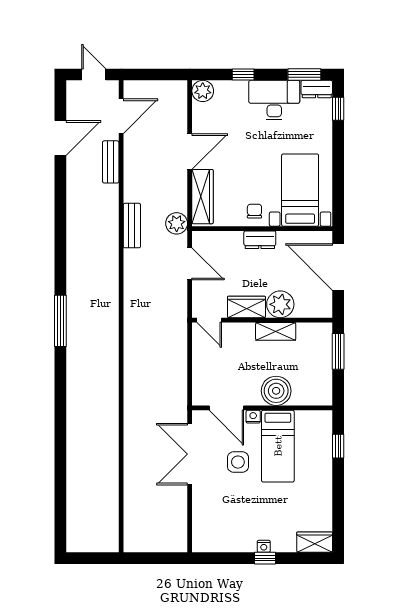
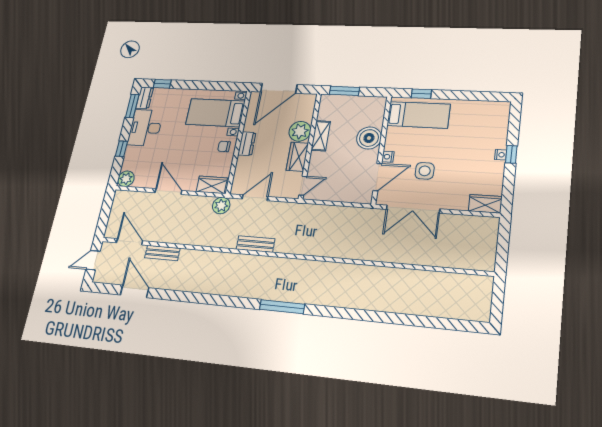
wardrobe: (202, 197) -> (212, 185), width x0.67
bench: (132, 226) -> (256, 244), moved
bed: (278, 446) -> (418, 115), moved
wardrobe: (315, 542) -> (485, 204), moved, turned 90

